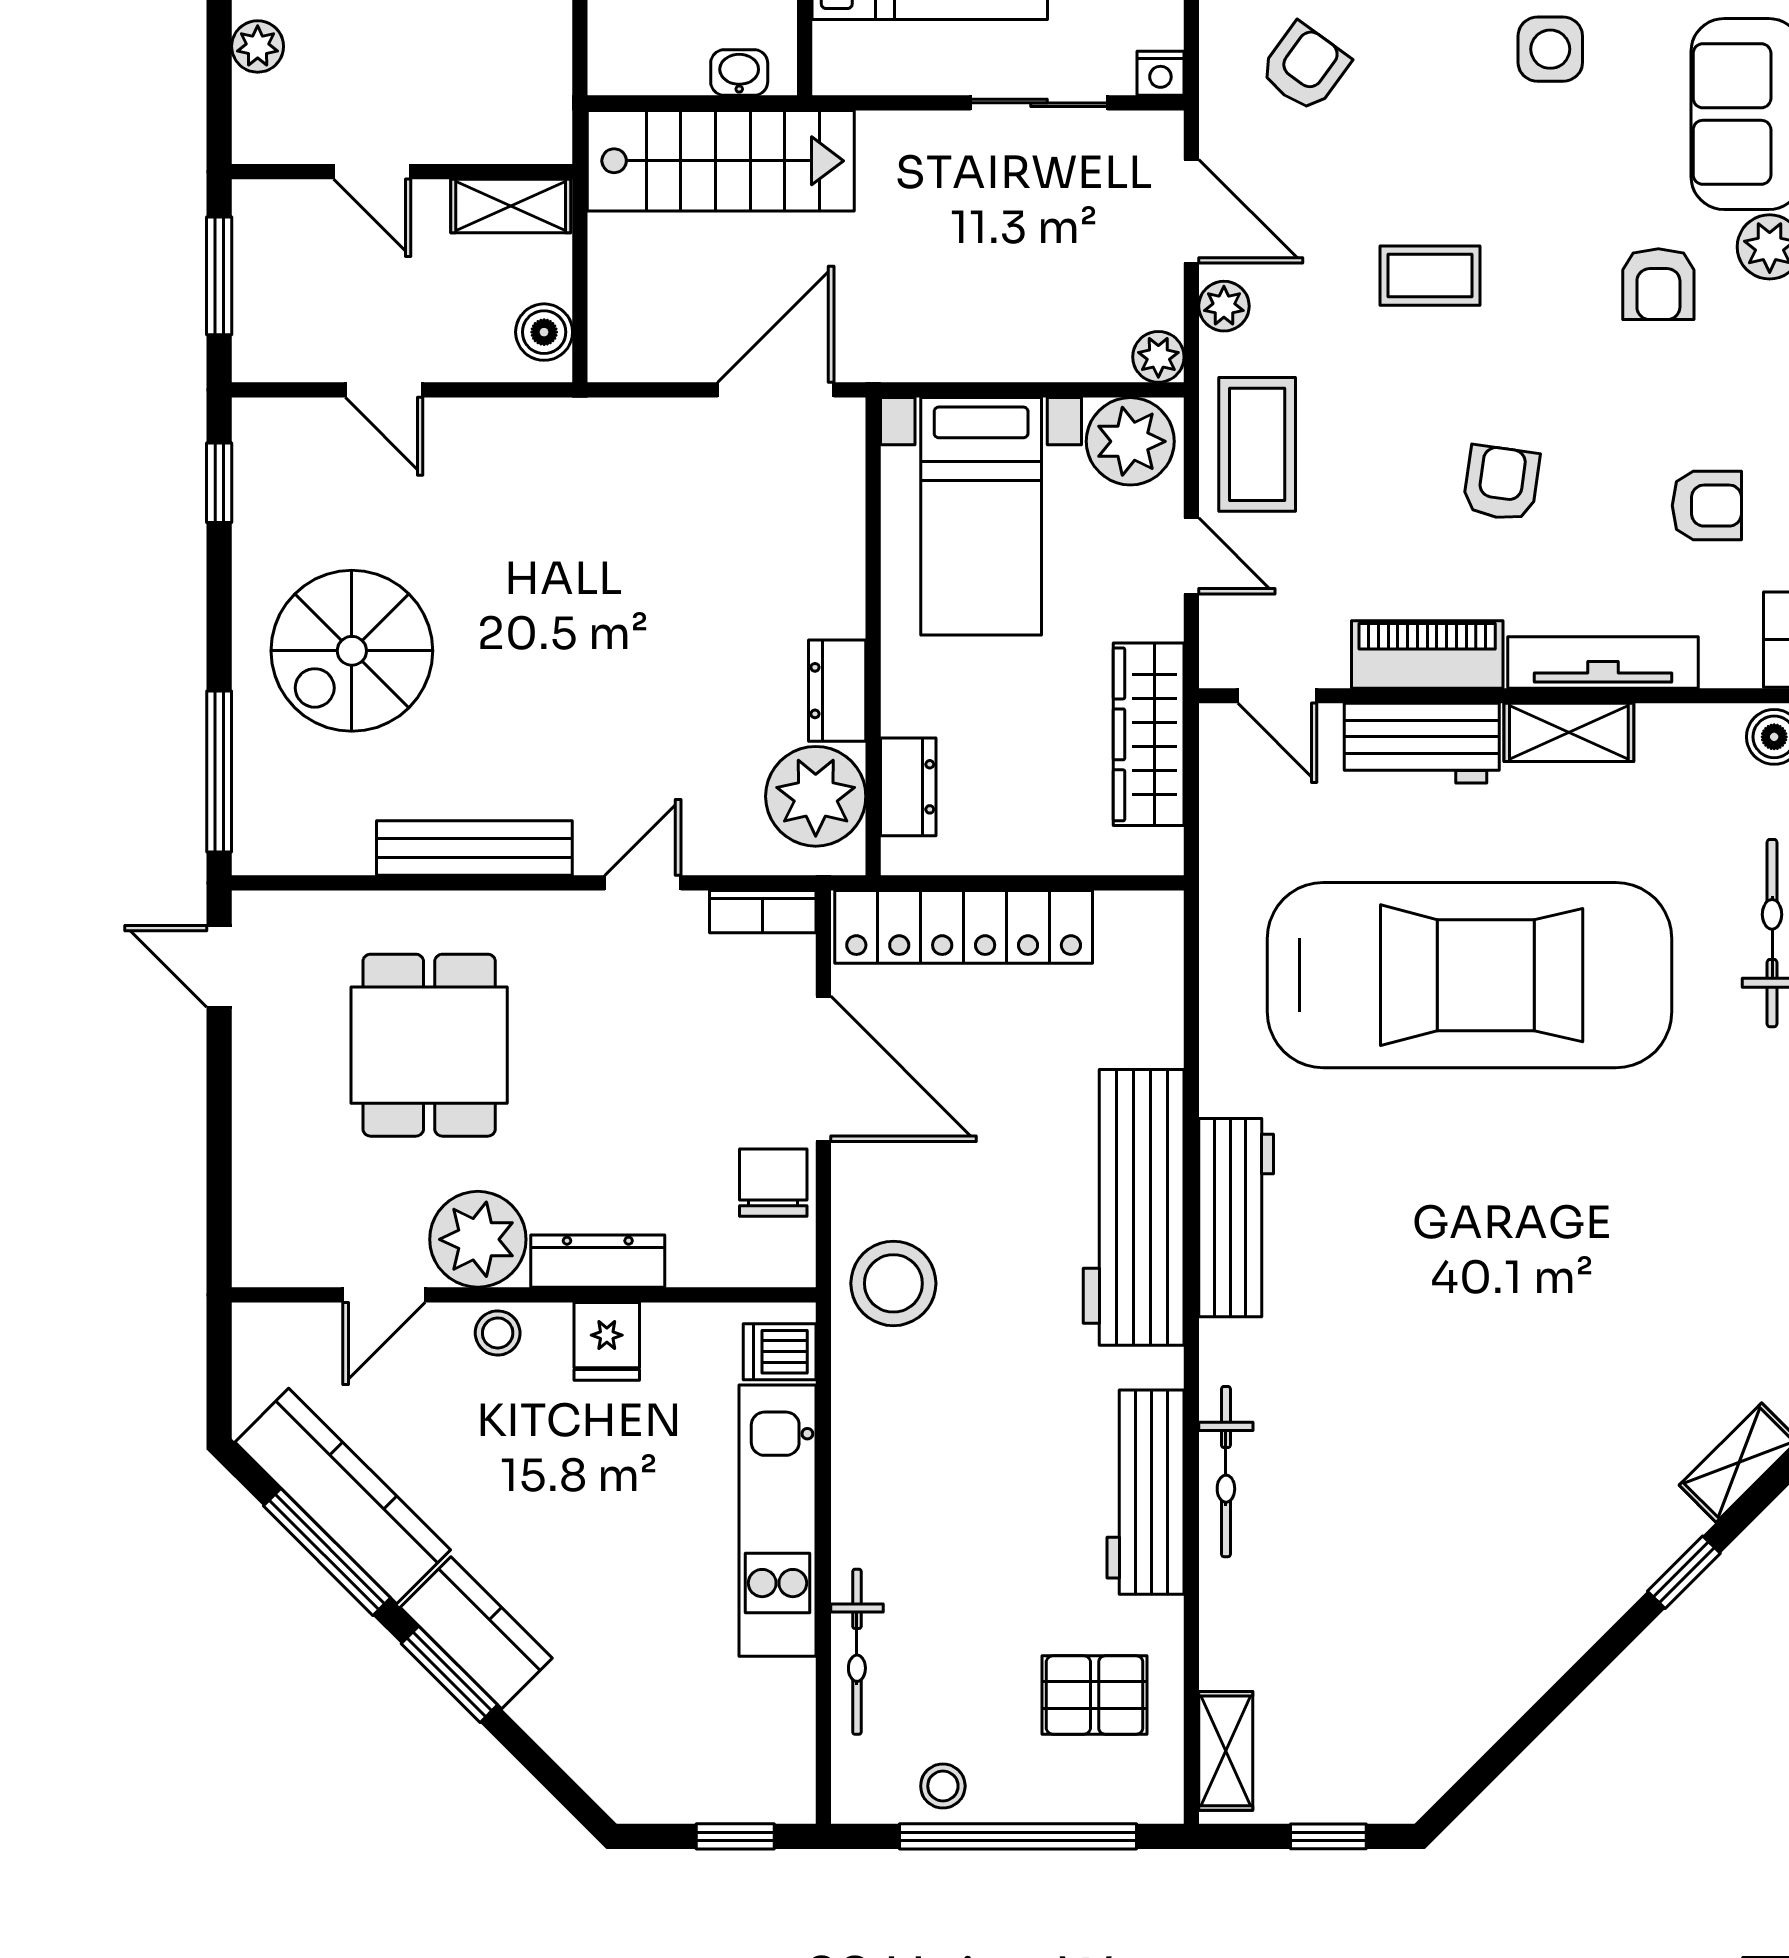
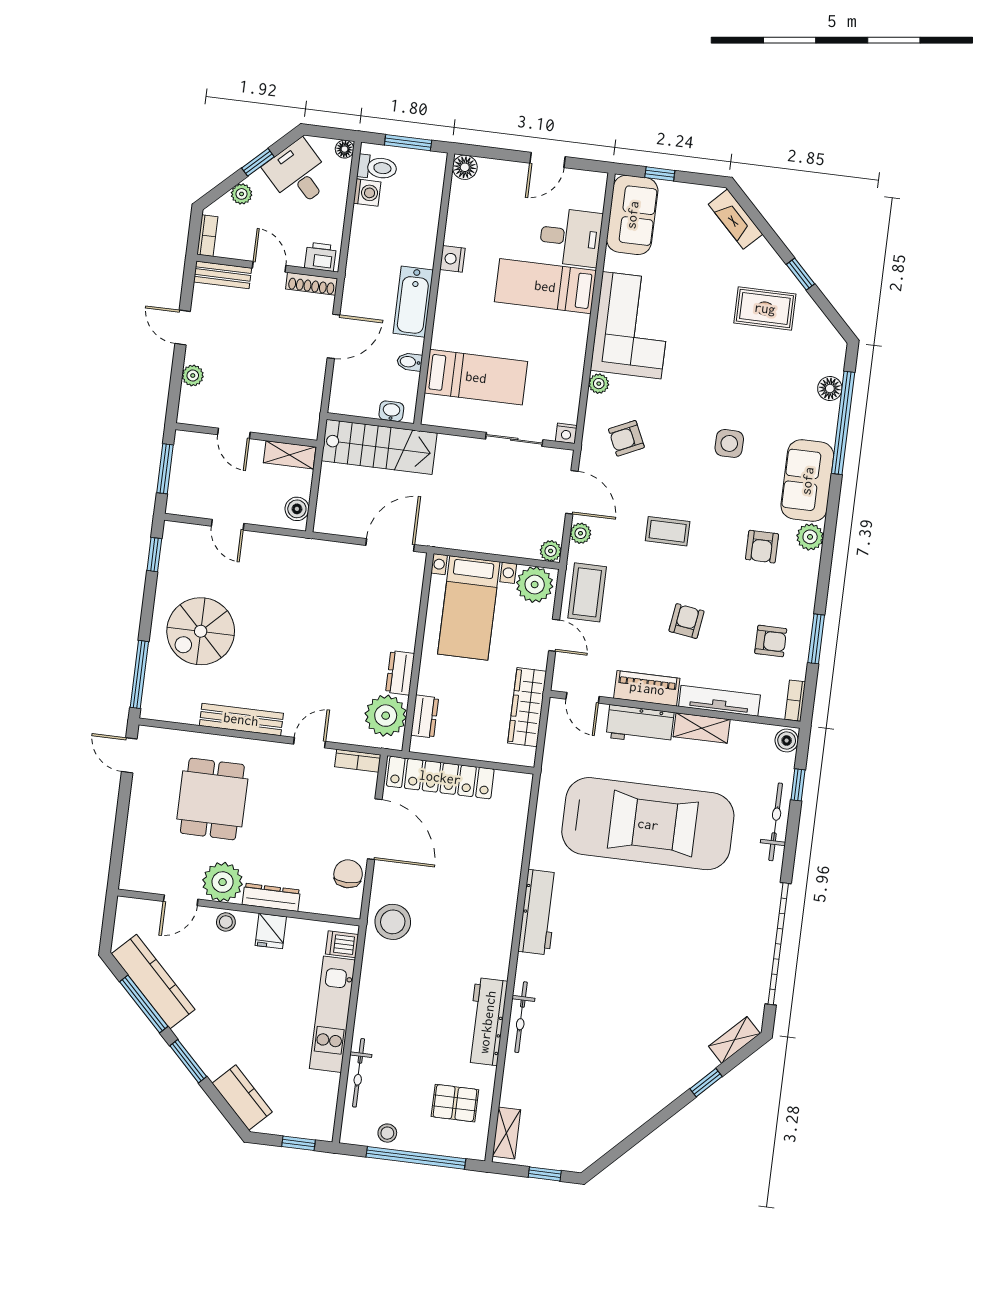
armchair: (1305, 67) -> (626, 438), turned -151
workbench: (1134, 1207) -> (496, 903), removed
kitchen counter: (476, 1633) -> (242, 1098), moved

